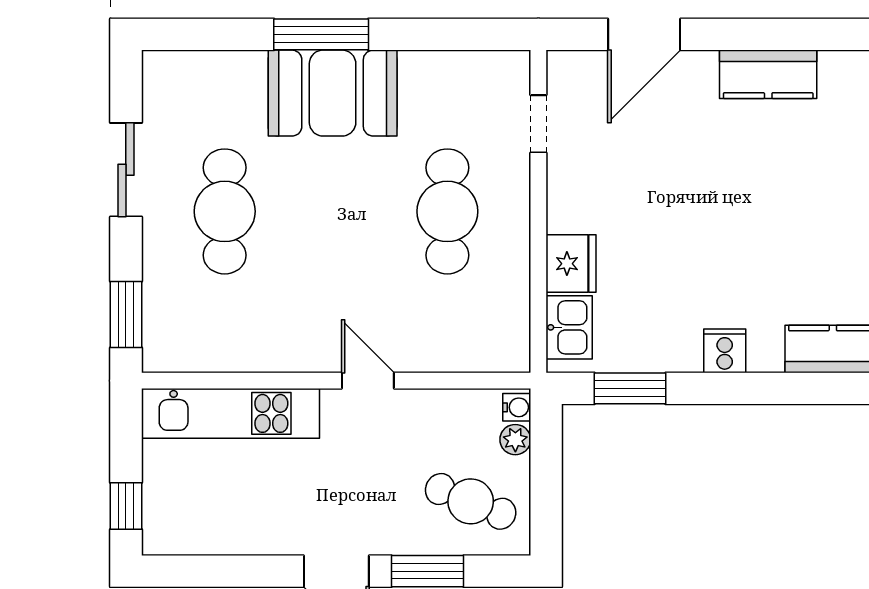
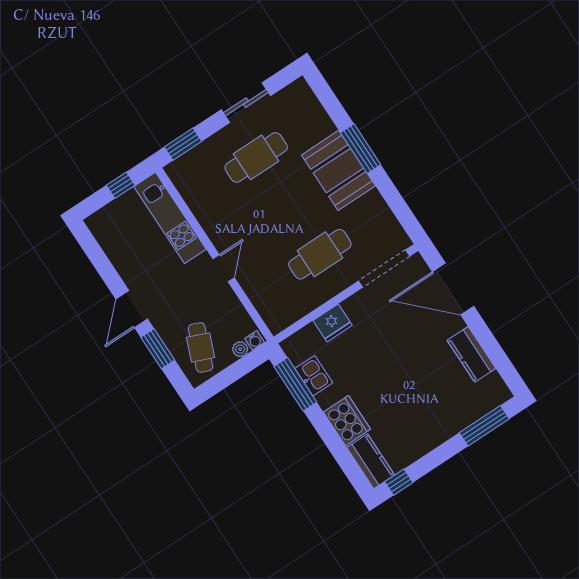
door: (644, 34) -> (453, 289), width x1.36
doorway: (538, 124) -> (384, 269), width x1.88
kitchen sink: (569, 327) -> (314, 376), moved, turned -90
cooker: (725, 351) -> (347, 421), width x1.87, depth x1.31
window: (630, 388) -> (295, 384), width x1.44
window: (126, 506) -> (121, 185), moved

